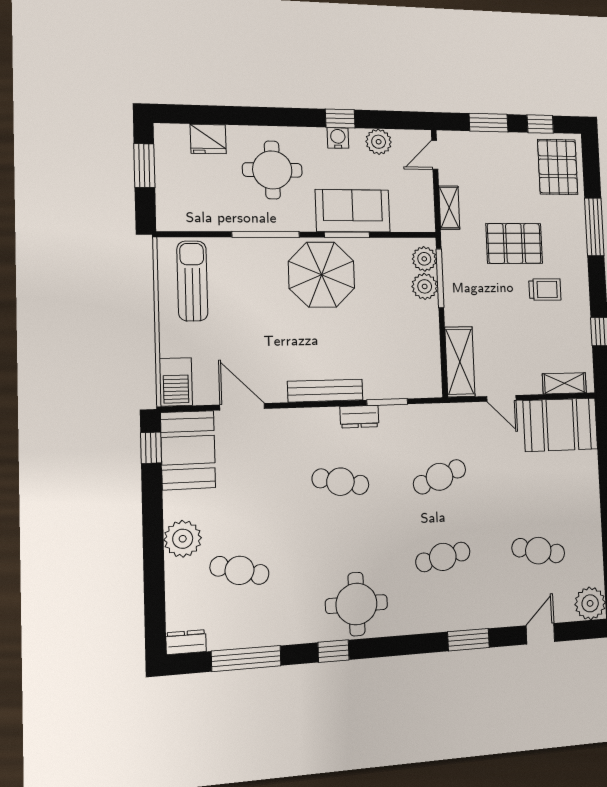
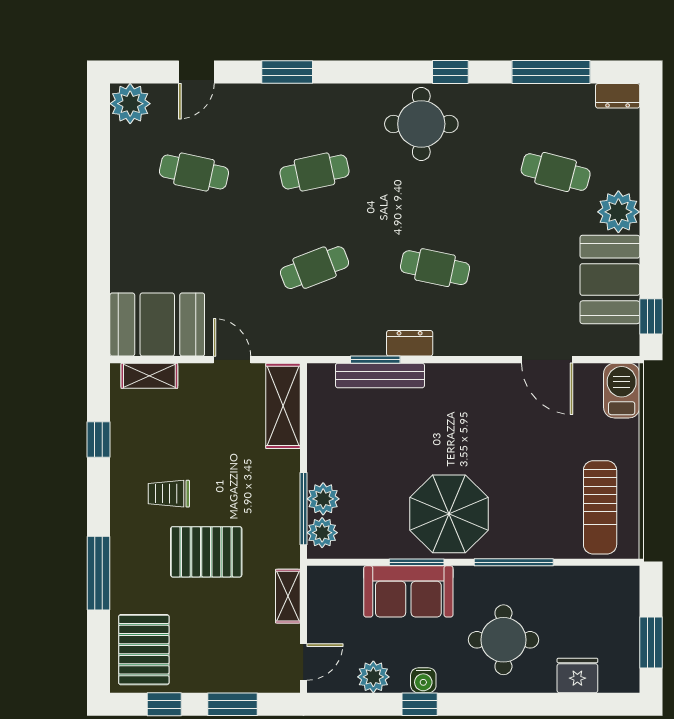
bench: (325, 391) -> (380, 375), moved
booth: (188, 450) -> (610, 279), moved

